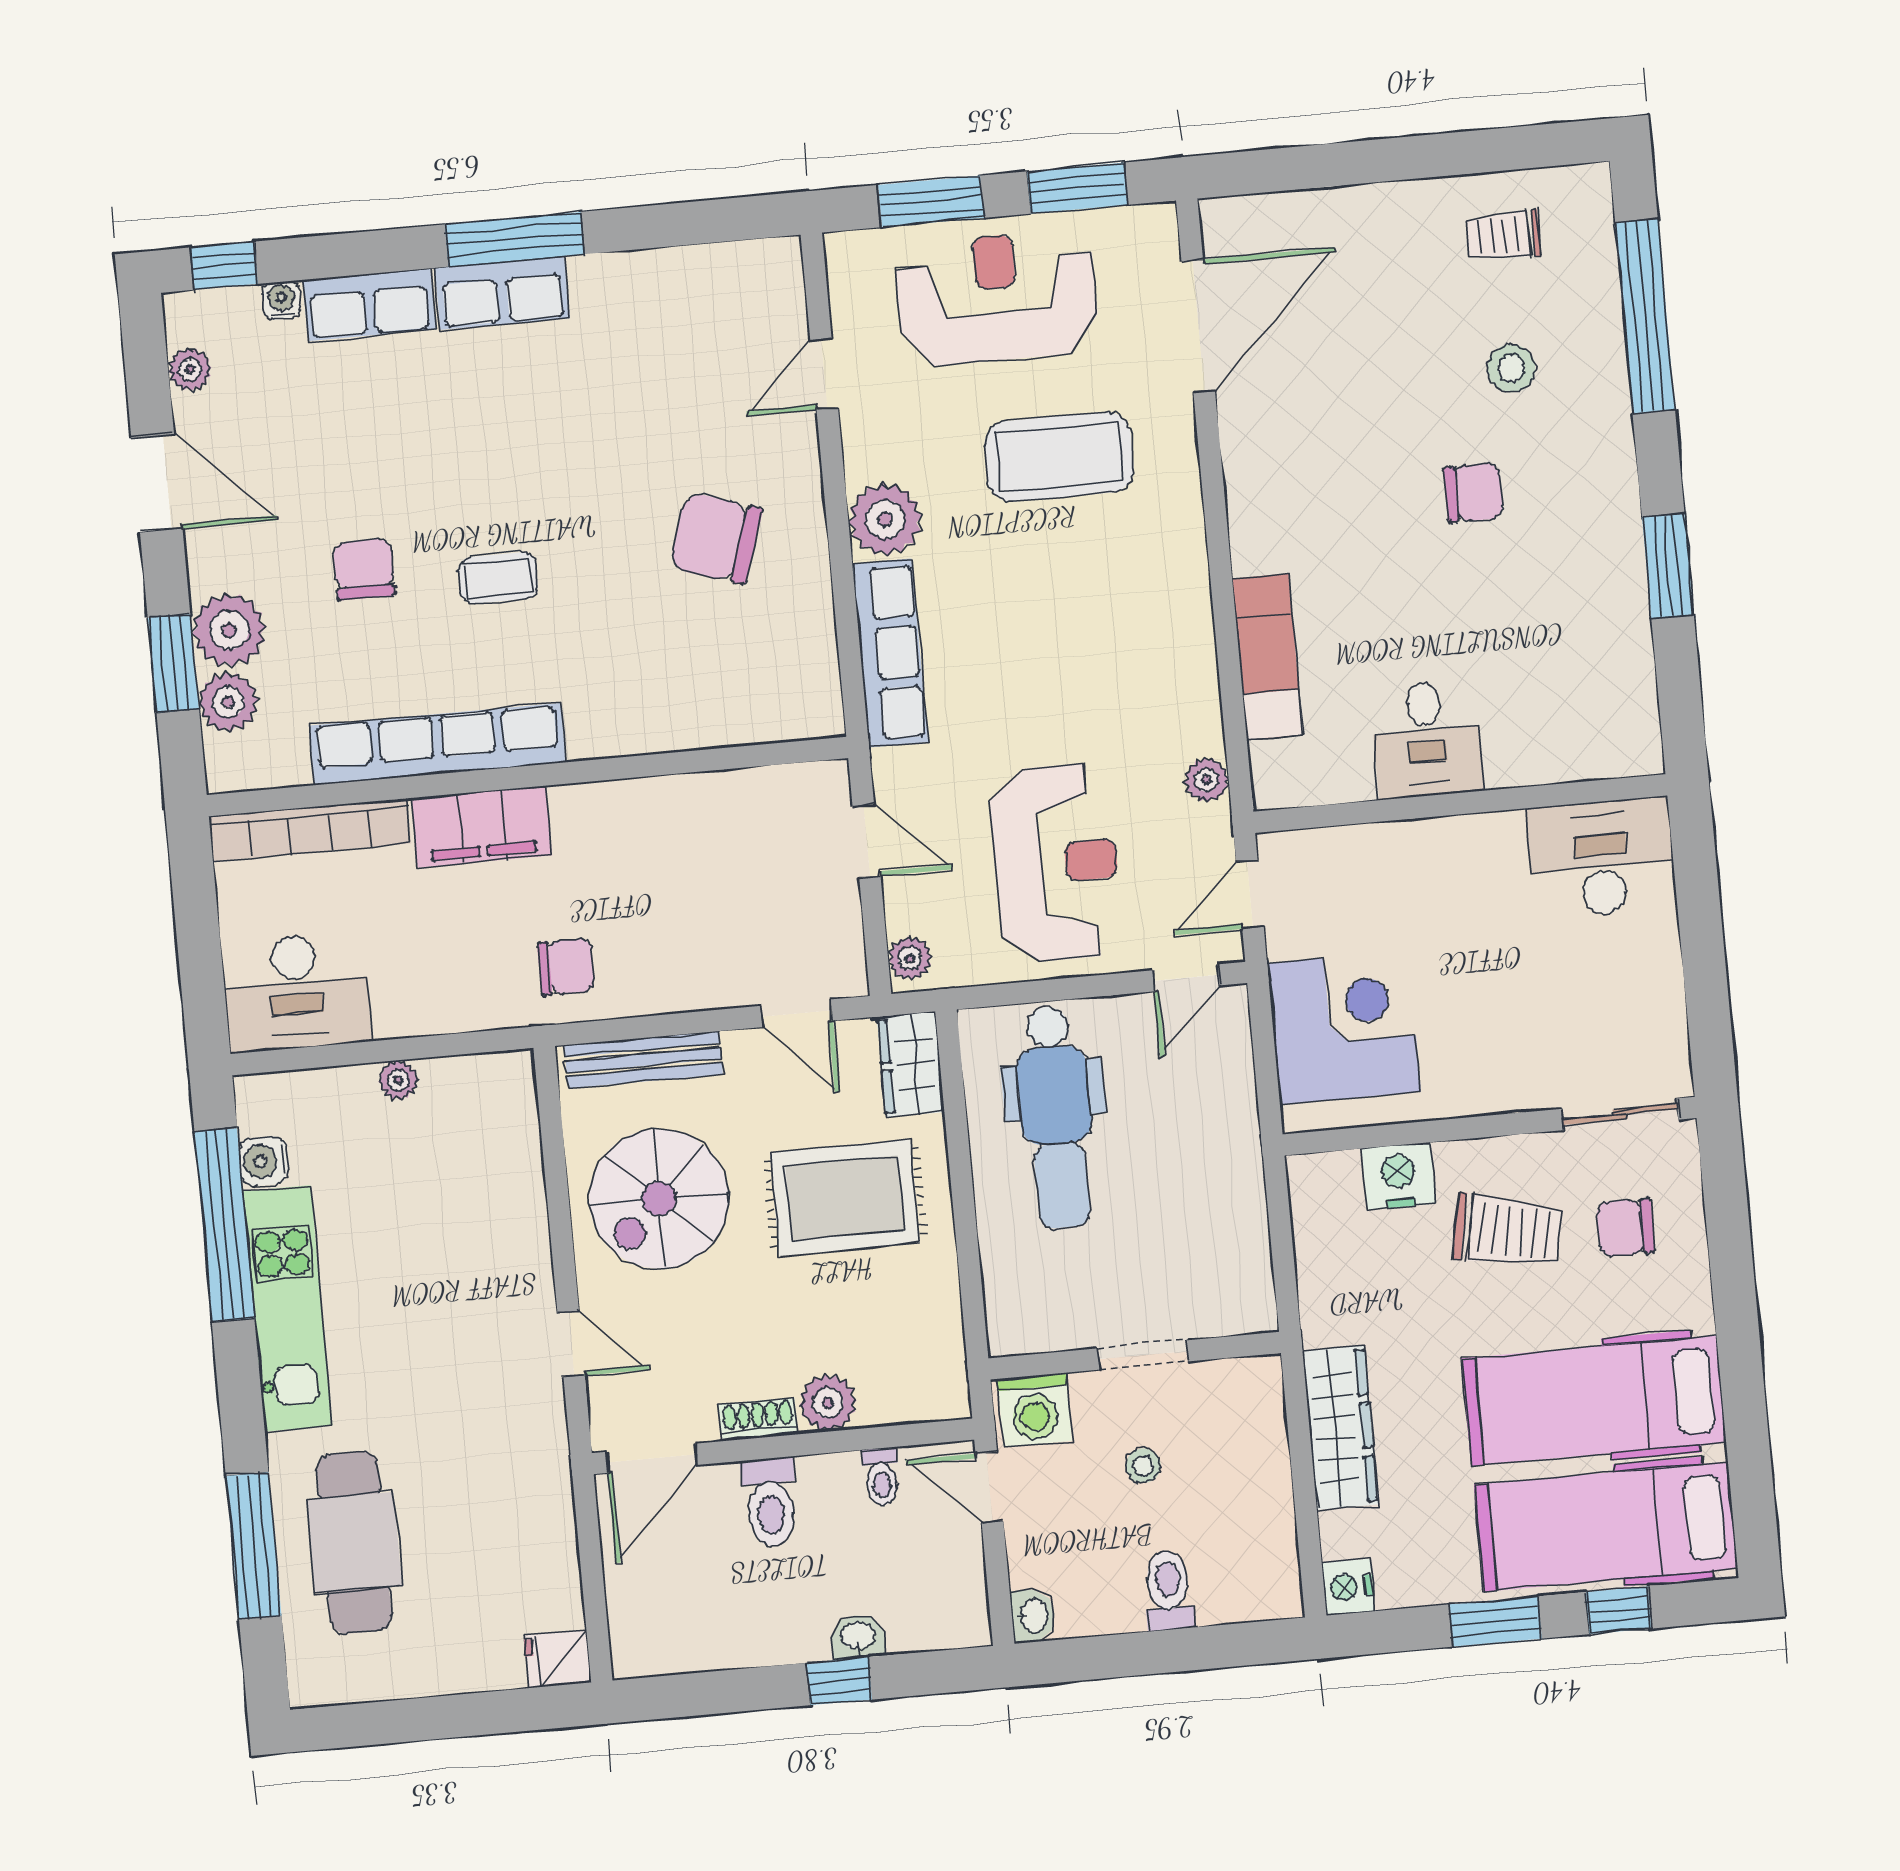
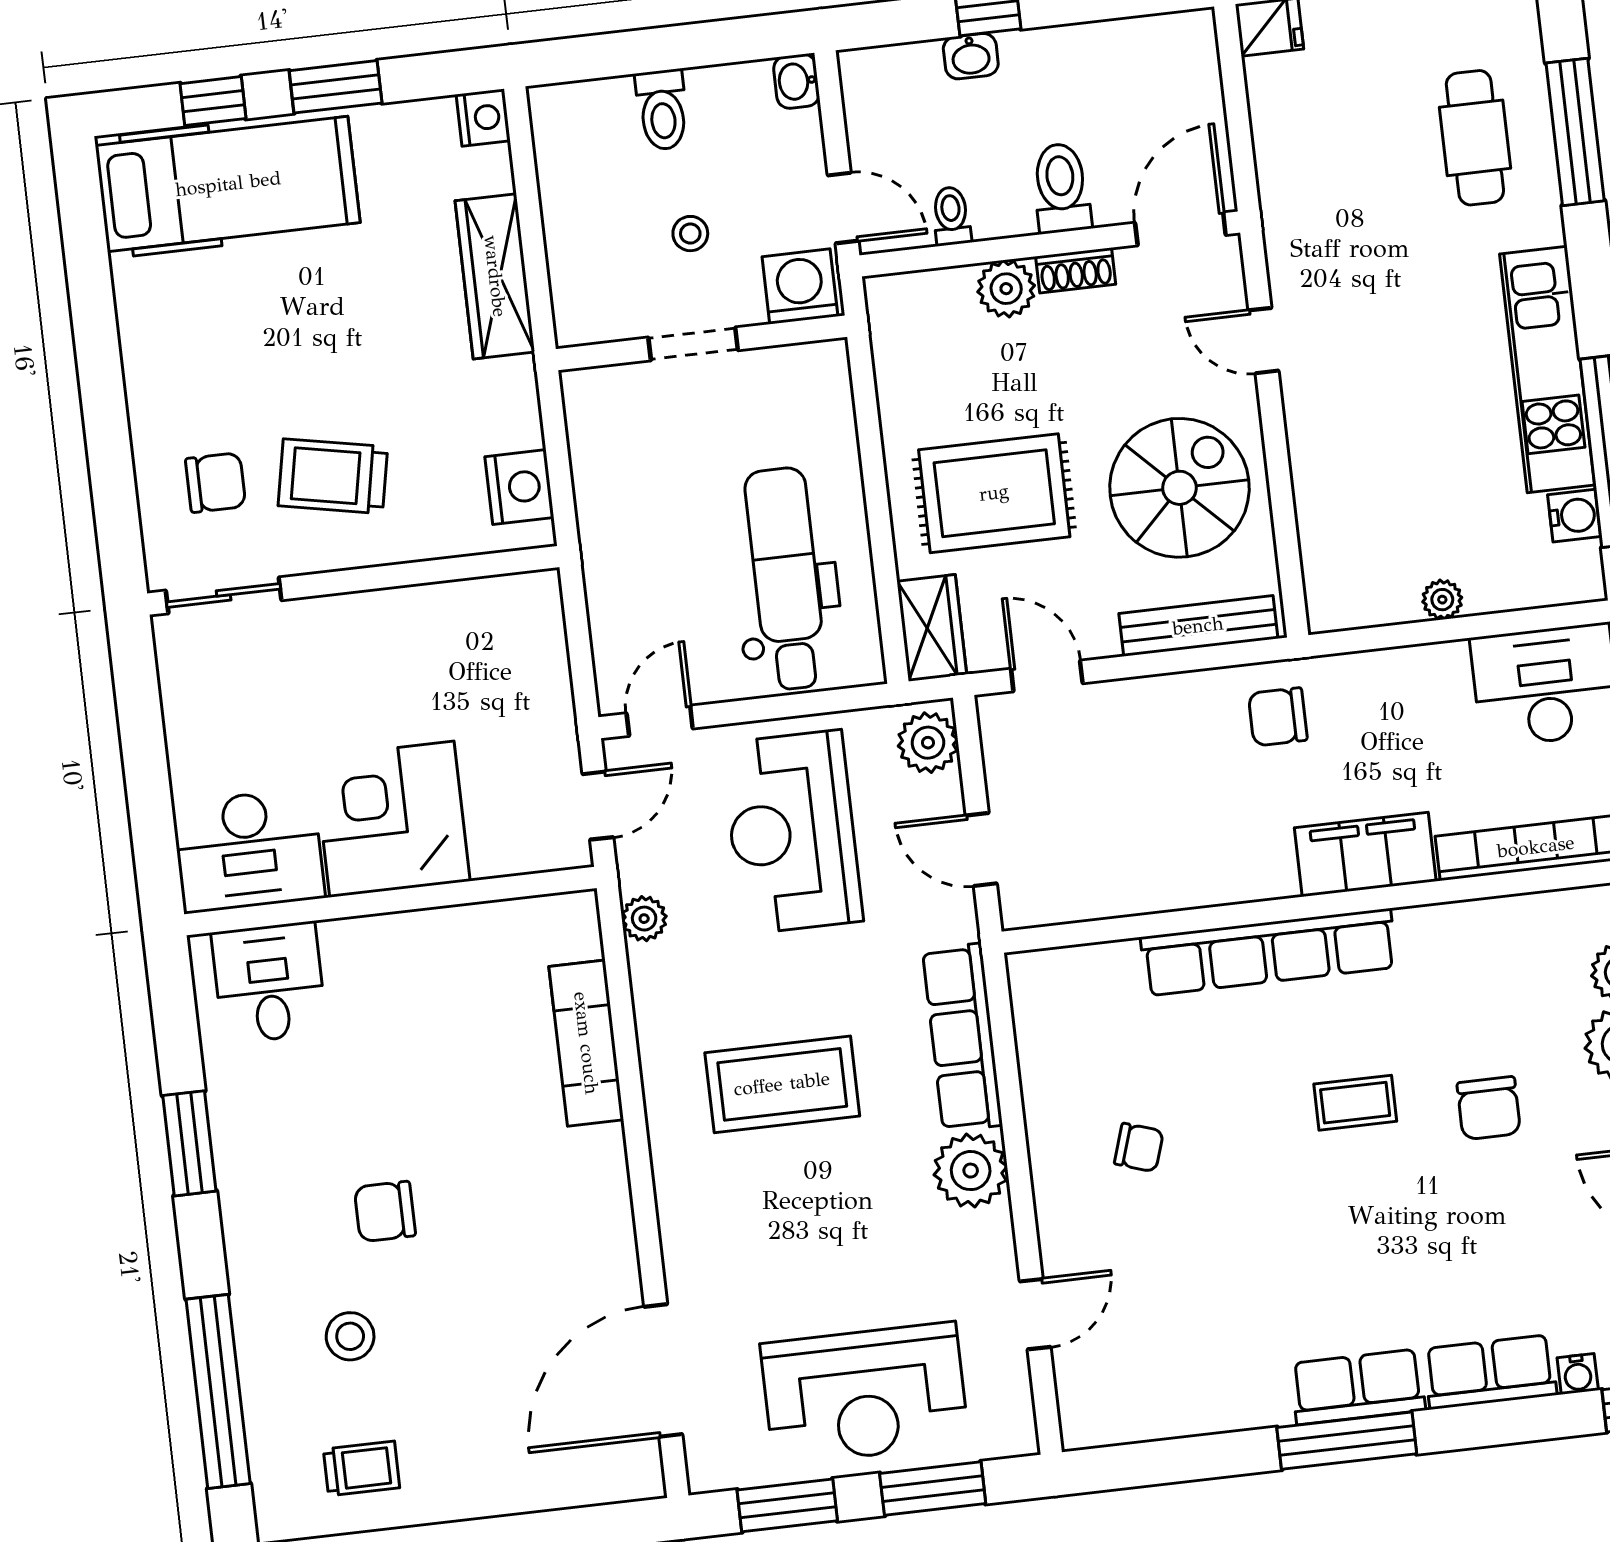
coffee table: (1059, 457) -> (782, 1084), moved
chair: (716, 538) -> (1139, 1148), width x0.54, depth x0.54
desk: (1426, 739) -> (269, 983), moved
row of seats: (437, 744) -> (1269, 952), moved
plant: (910, 958) -> (928, 743), width x1.38, depth x1.38
corner desk: (1344, 1028) -> (392, 819), moved, turned 90
nightstand: (1399, 1176) -> (519, 487), moved, turned -90
hospital bed: (1594, 1401) -> (243, 309), removed
cafe table: (354, 1542) -> (1475, 138), width x0.73, depth x0.74

